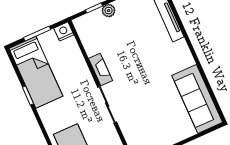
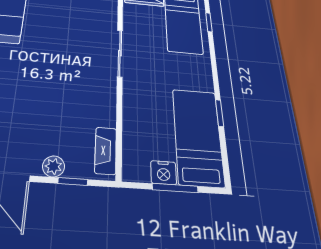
nightstand: (64, 31) -> (164, 173), moved
fireplace: (101, 69) -> (106, 151), moved

